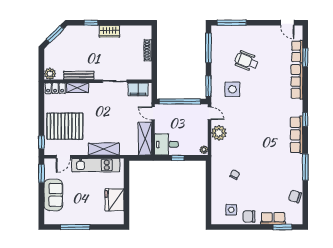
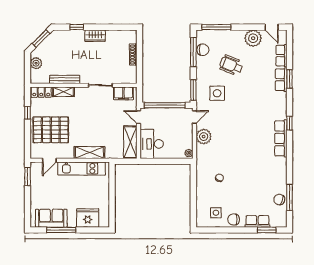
plant: (269, 34) -> (253, 38), added
chair: (218, 46) -> (203, 50), added
window: (305, 57) -> (290, 79), moved
plant: (50, 74) -> (36, 63), moved
row of seats: (297, 81) -> (281, 80), width x0.68
door: (210, 113) -> (194, 117), hinge flipped
window: (41, 142) -> (28, 113), moved
desk: (166, 144) -> (152, 144), width x1.37
window: (178, 158) -> (163, 161), removed
window: (305, 167) -> (290, 197), moved
sofa: (53, 195) -> (51, 218), moved, turned -90
fridge: (114, 200) -> (88, 218), moved, turned 90

